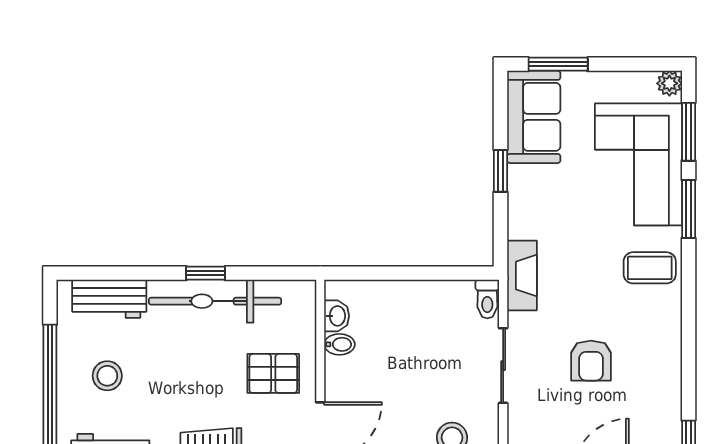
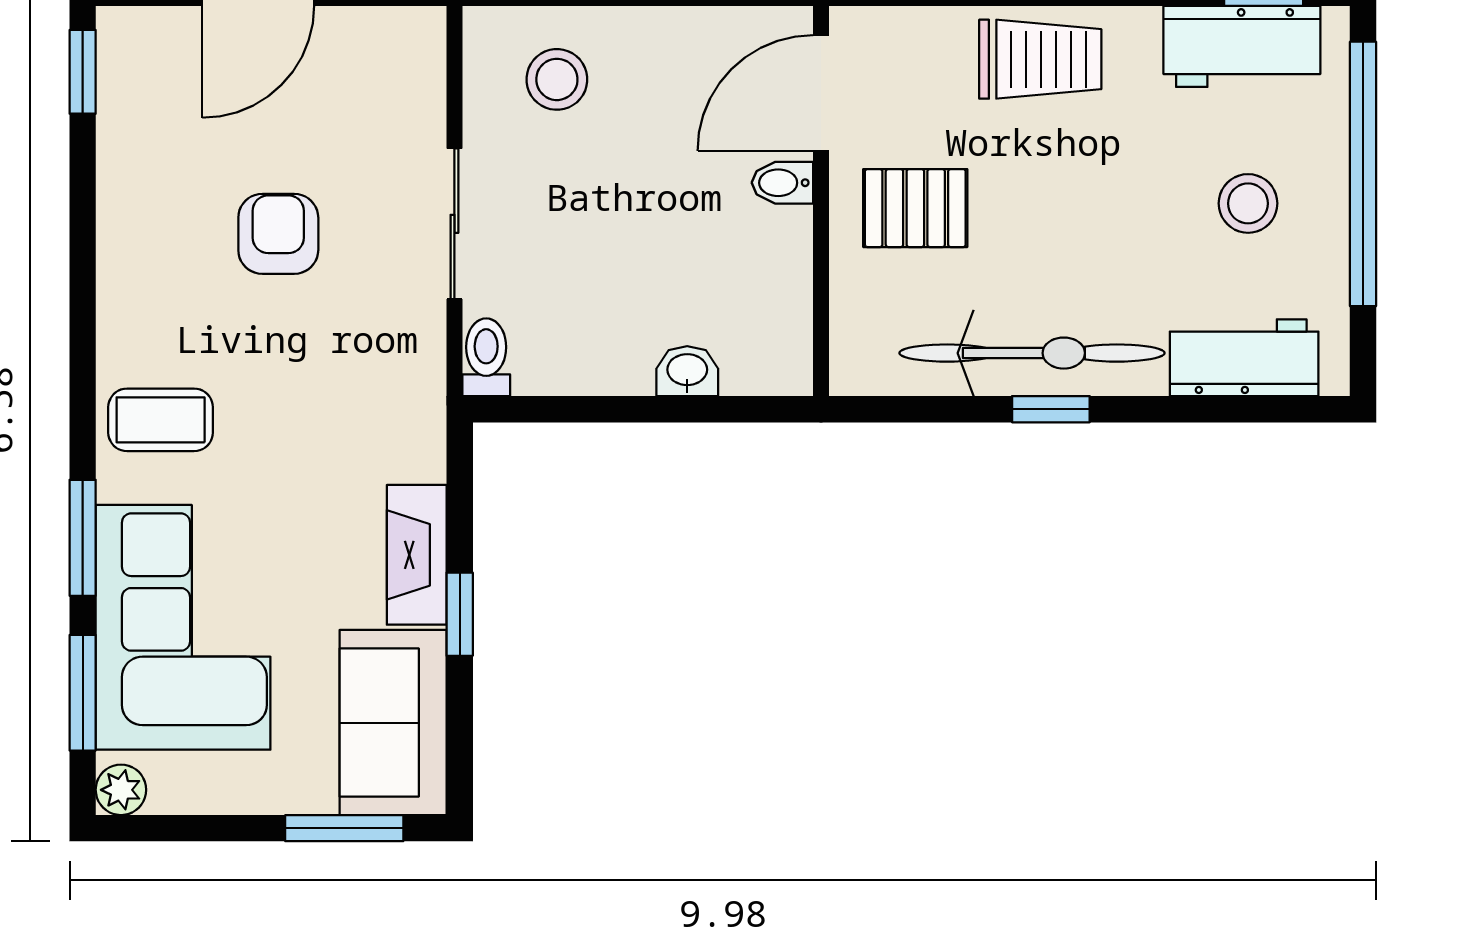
fireplace: (522, 275) -> (417, 555), moved
washbasin: (337, 316) -> (687, 371), moved, turned 90
bidet: (339, 344) -> (782, 183), moved

